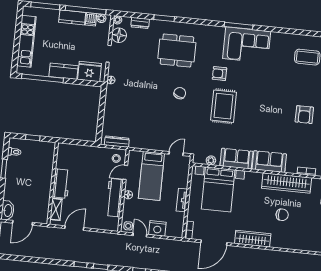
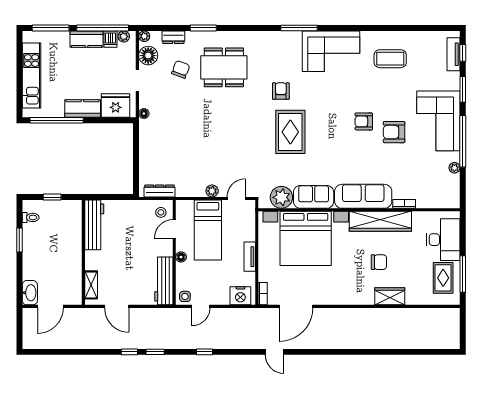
corner sofa: (247, 45) -> (331, 51), moved
armchair: (219, 74) -> (281, 91), turned 90
chair: (180, 93) -> (181, 69), moved
armchair: (282, 104) -> (364, 121), added
armchair: (304, 115) -> (394, 132), turned 90
plant: (158, 146) -> (212, 191), added
plant: (211, 160) -> (281, 197), width x1.88, depth x1.88
sofa: (269, 162) -> (363, 196), width x1.36
workbench: (61, 184) -> (94, 225), moved, width x1.38
bed with nightstands: (218, 189) -> (306, 238), width x1.36
workbench: (115, 198) -> (164, 281), moved
door: (74, 228) -> (117, 306), swing flipped
nightstand: (157, 228) -> (240, 296), moved
door: (140, 235) -> (201, 306), swing flipped
wardrobe: (253, 239) -> (390, 296), moved, width x0.67

